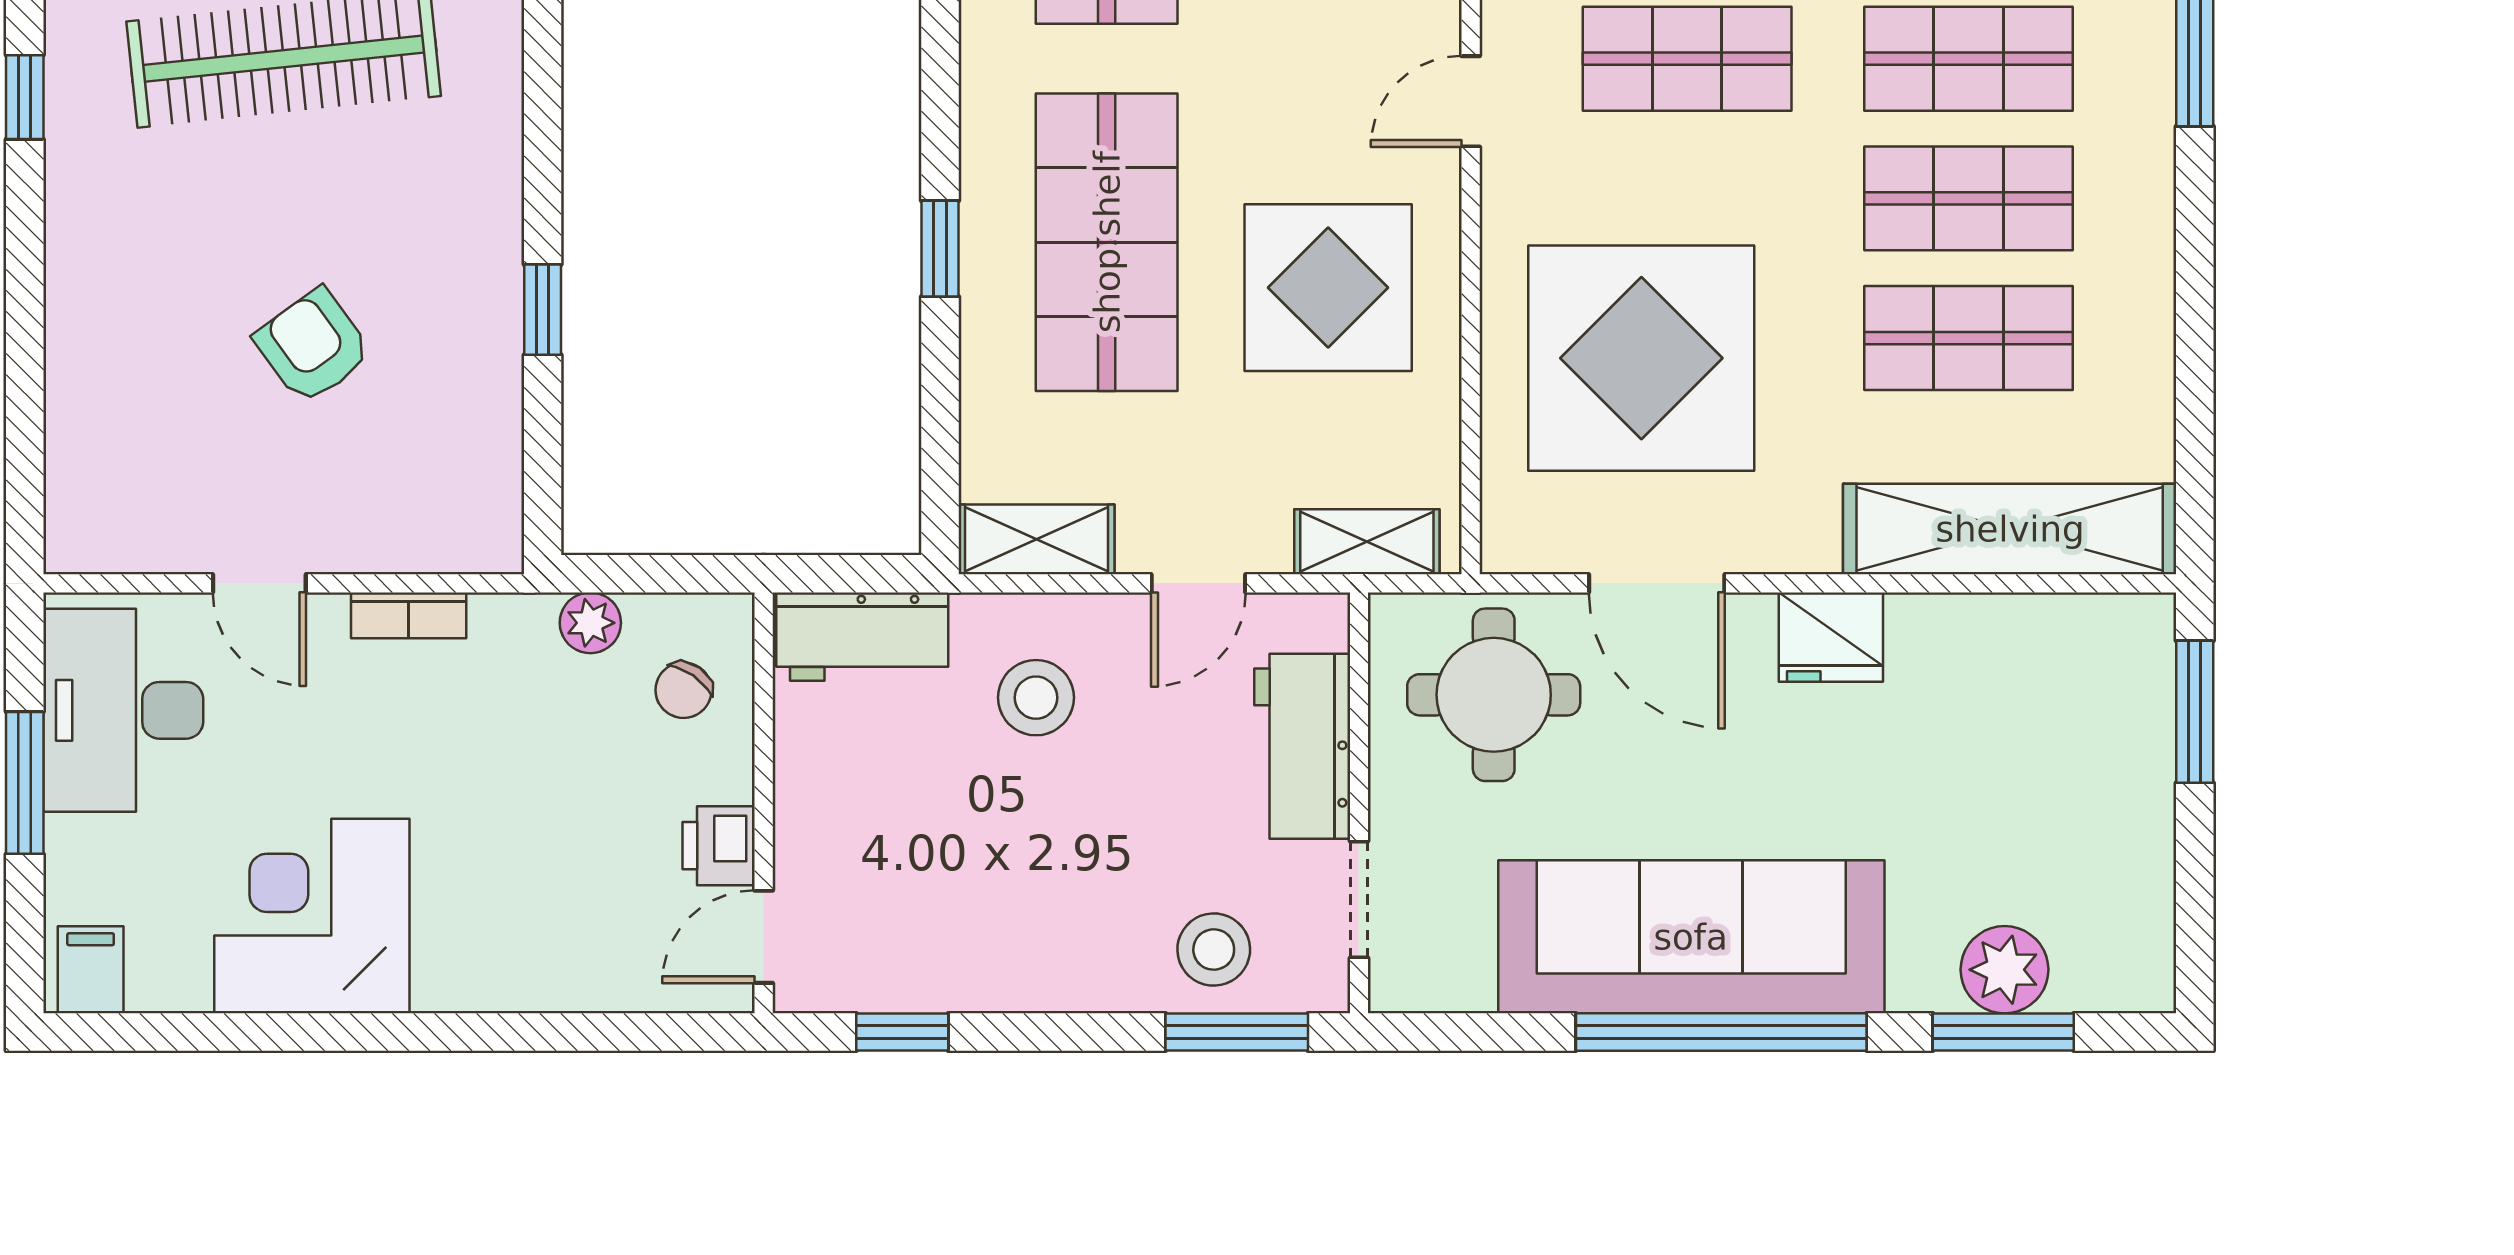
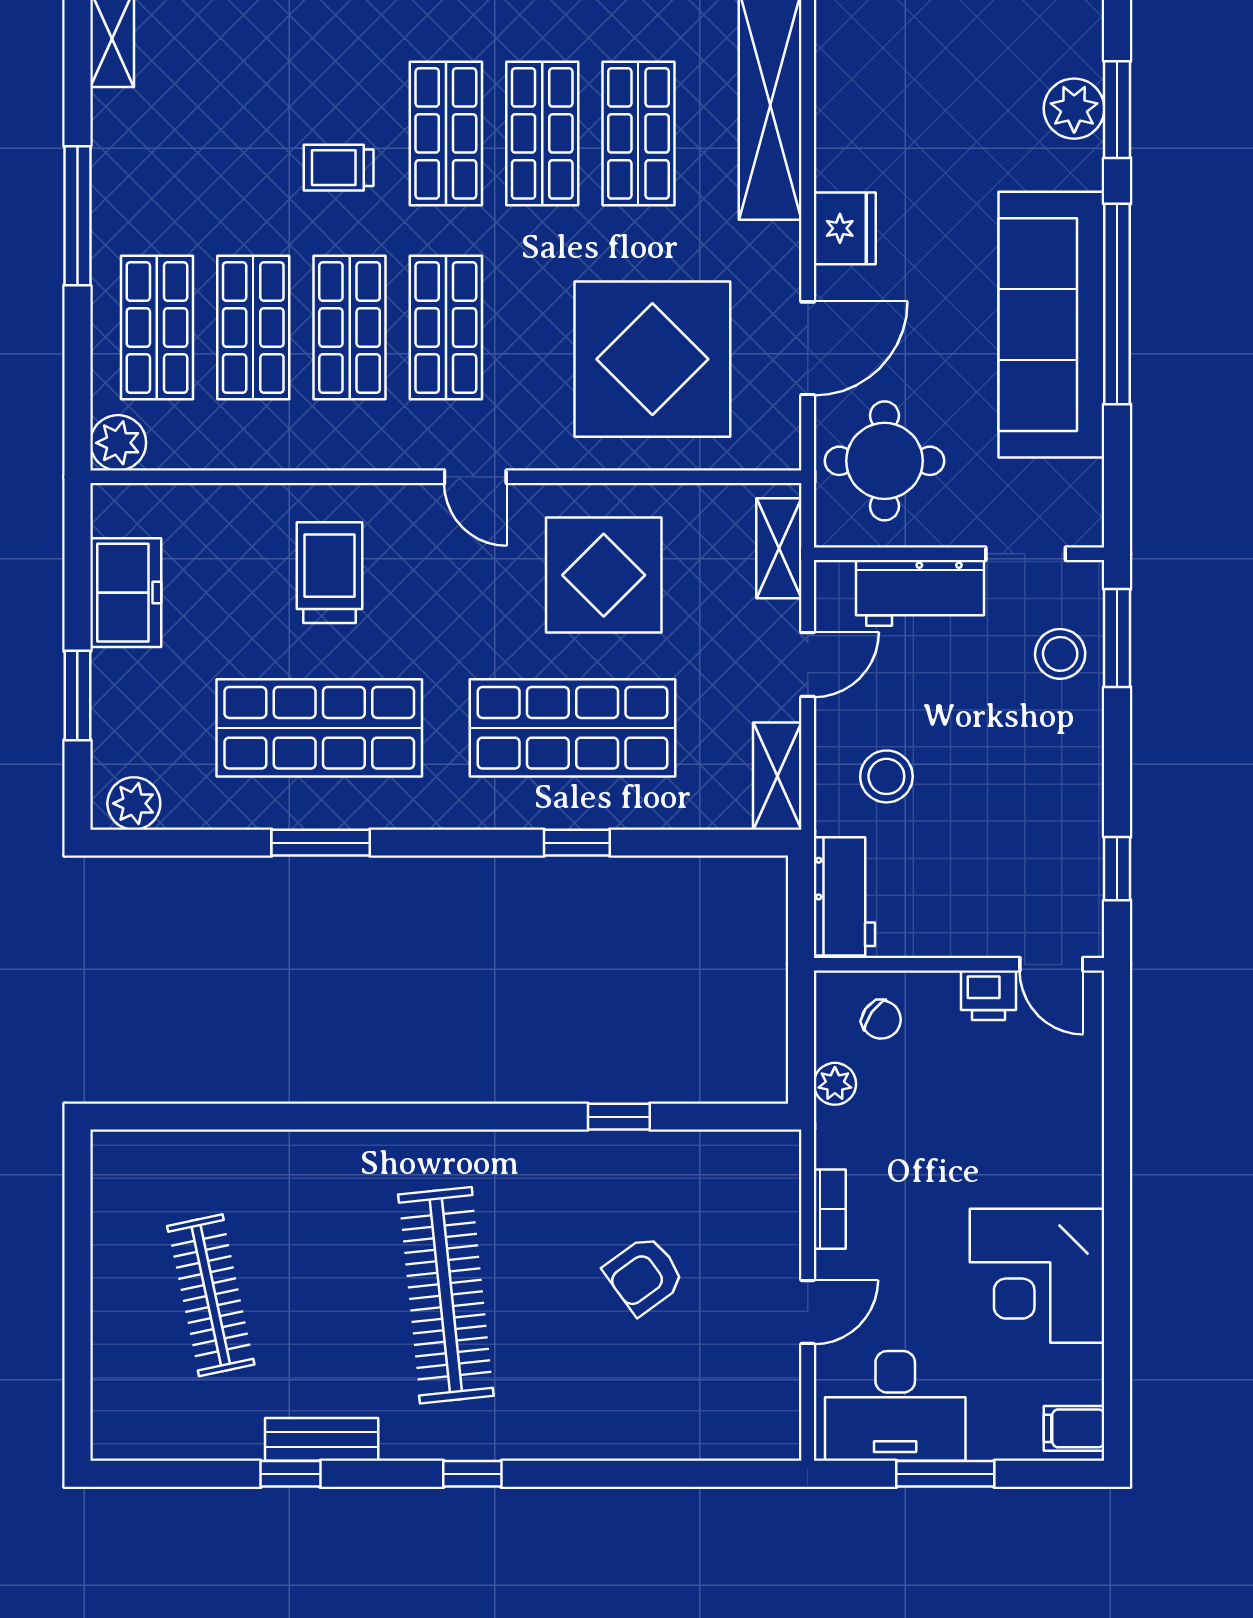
door: (1198, 583) -> (808, 665), hinge flipped

